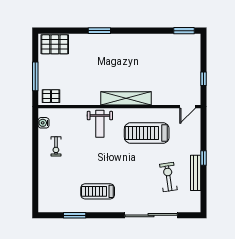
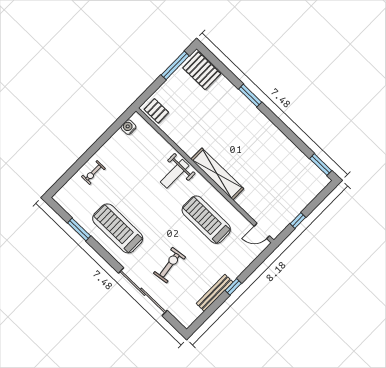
window: (35, 76) -> (175, 65), moved
exercise bike: (56, 146) -> (93, 173), moved
exercise bike: (168, 177) -> (170, 265), moved
treadmill: (98, 191) -> (118, 228), width x1.37, depth x1.38

